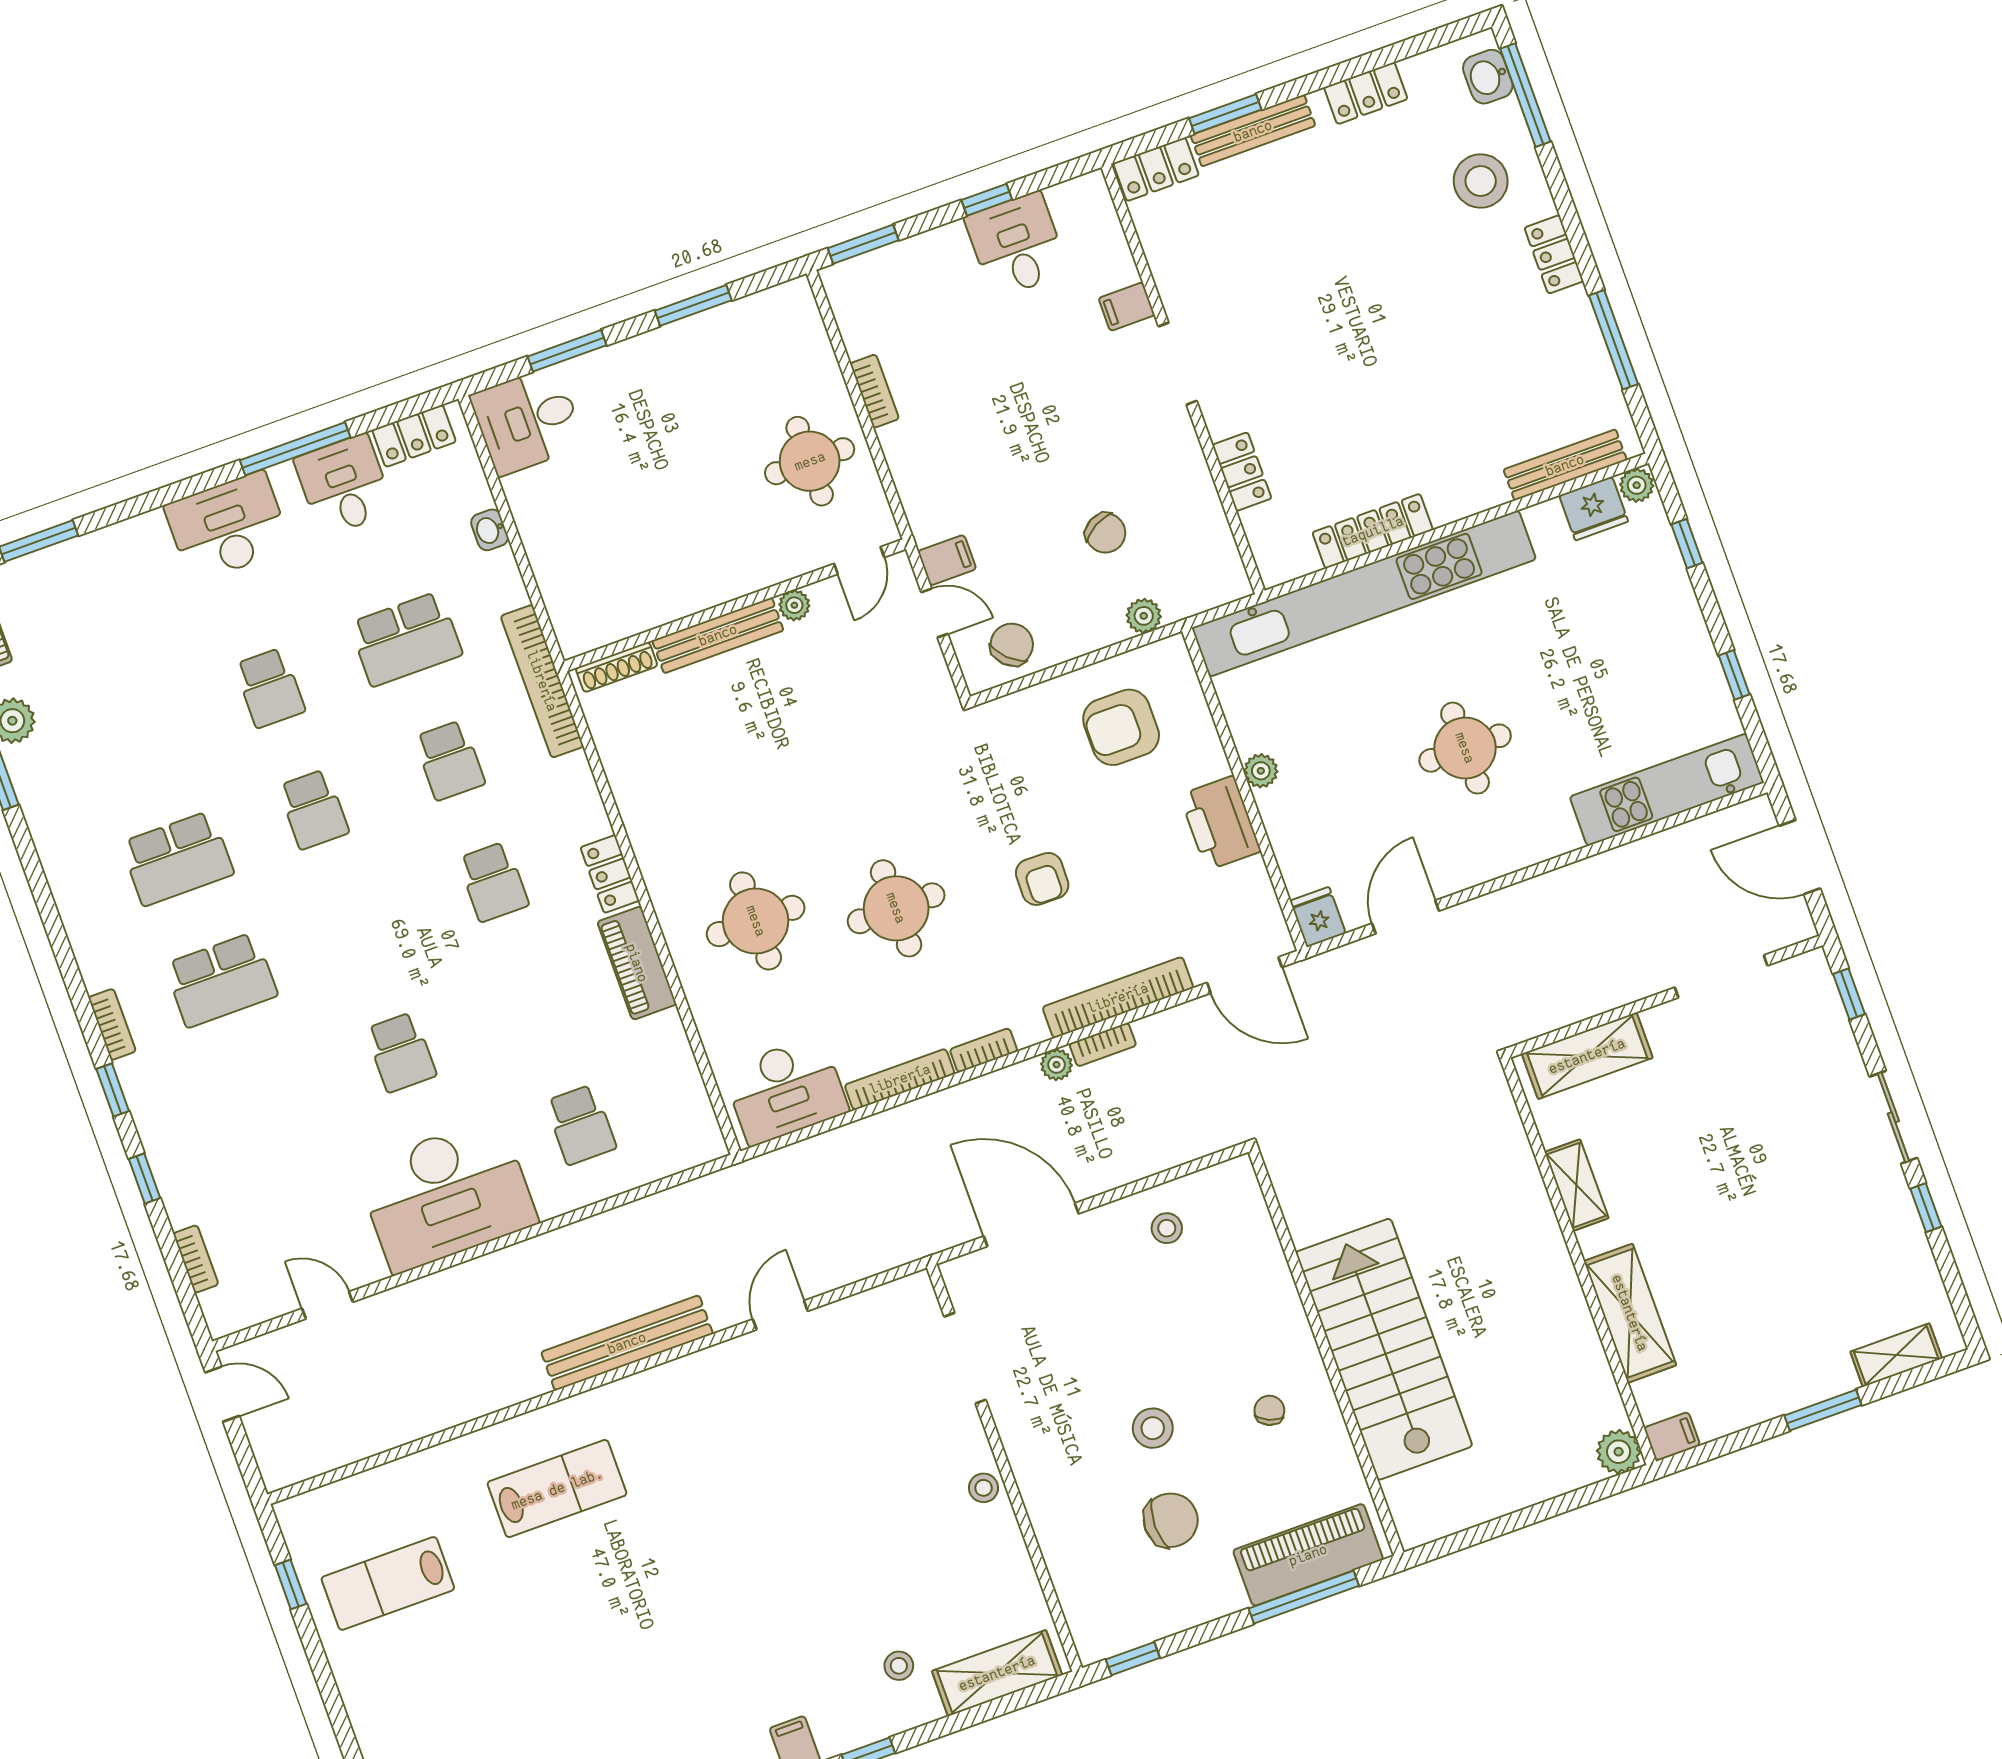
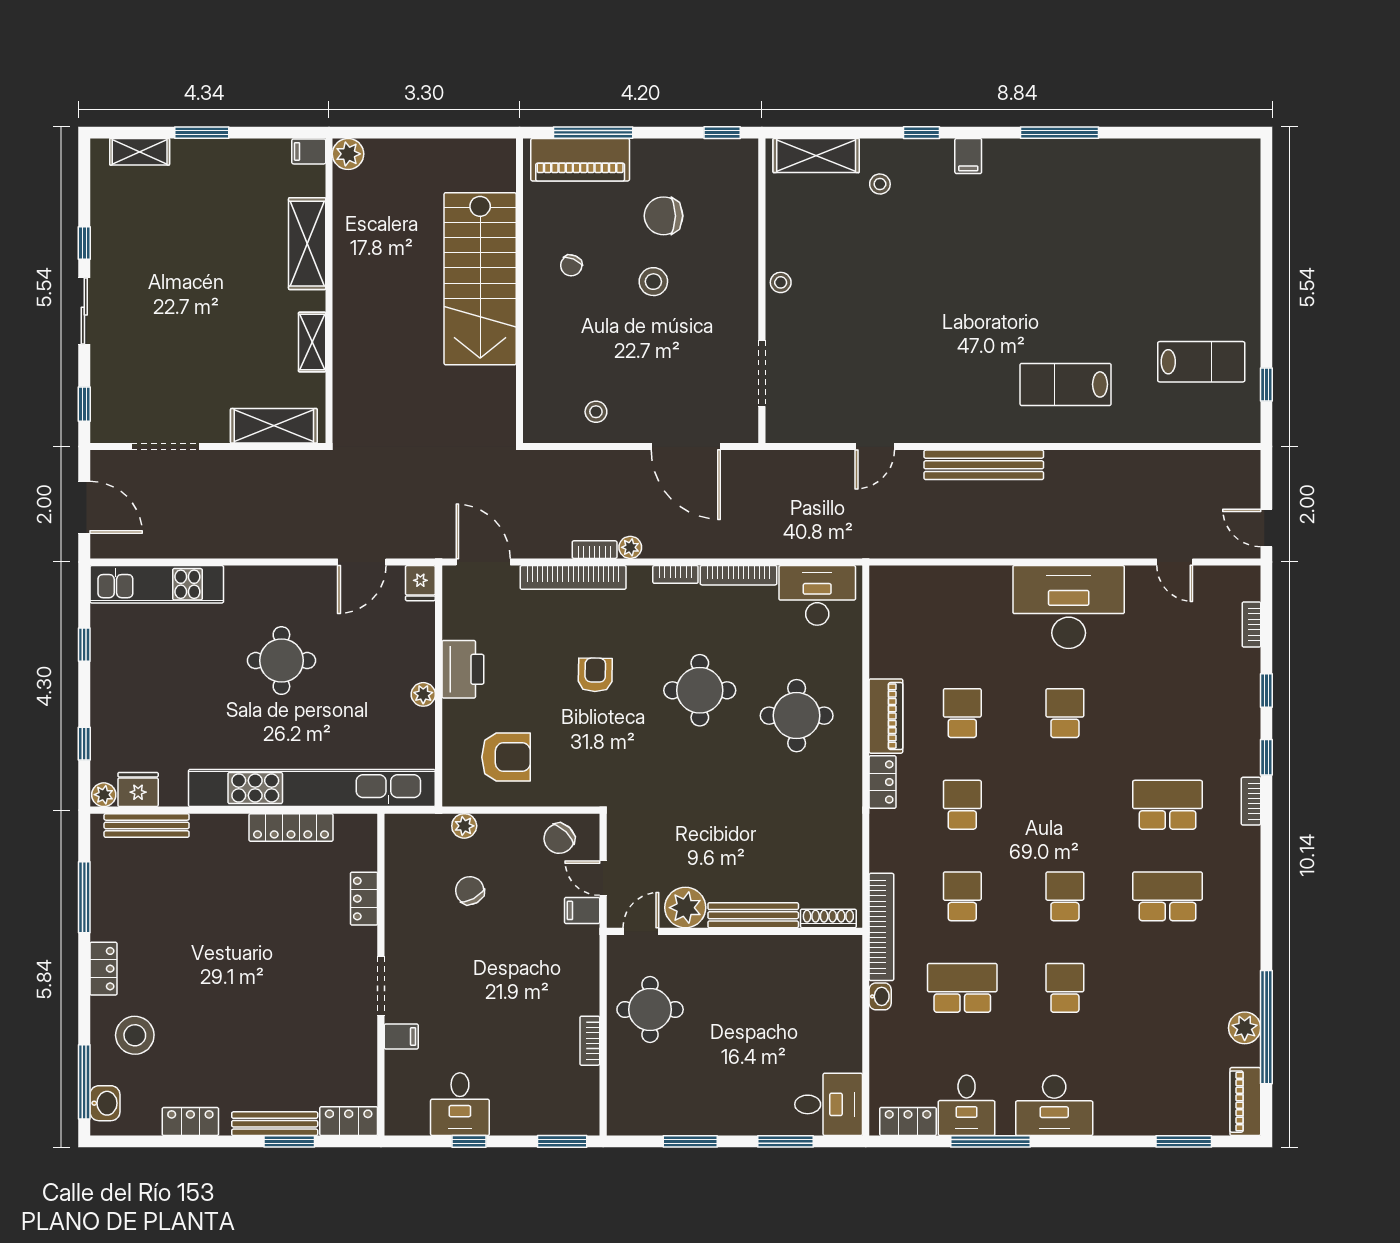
washbasin: (490, 530) -> (880, 996), moved
plant: (794, 605) -> (685, 908), width x1.88, depth x1.88
school desk: (581, 1125) -> (962, 713), moved

